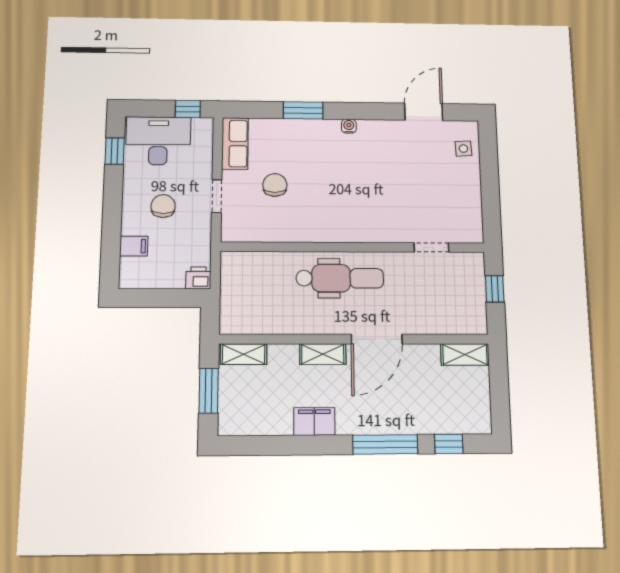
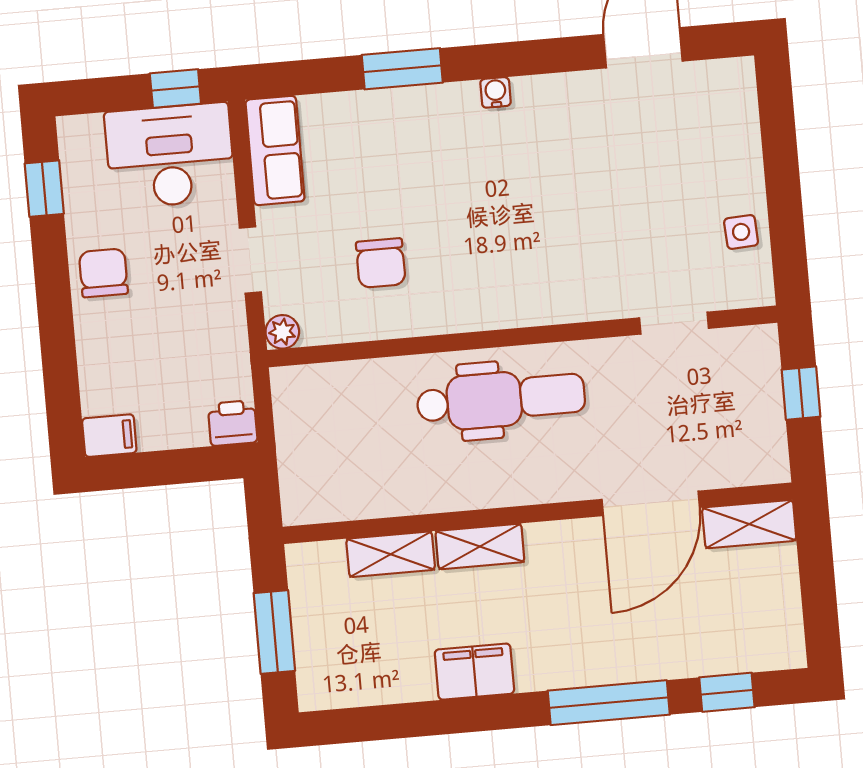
desk: (158, 141) -> (170, 156), moved
side table: (463, 149) -> (741, 232), moved
chair: (275, 185) -> (381, 263), moved, turned 180
chair: (163, 206) -> (103, 273), moved
plant: (229, 234) -> (282, 332), added
filing cabinet: (134, 246) -> (109, 436), moved
door: (377, 339) -> (651, 503), moved
shelving: (244, 354) -> (391, 554), moved

